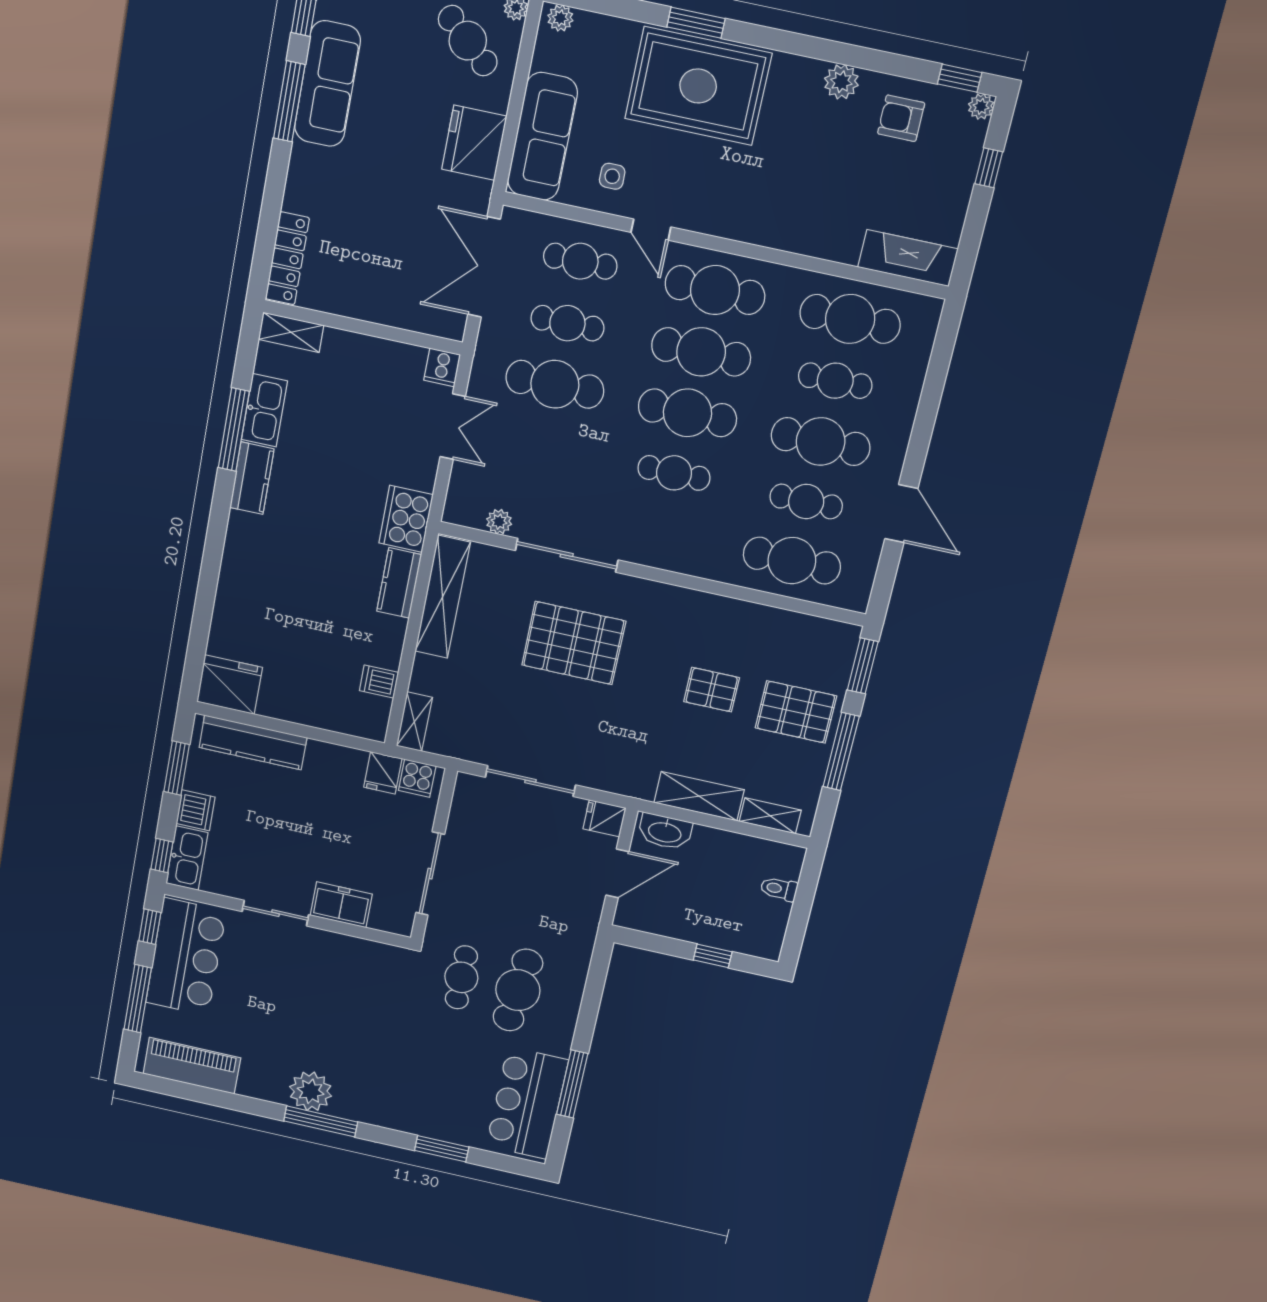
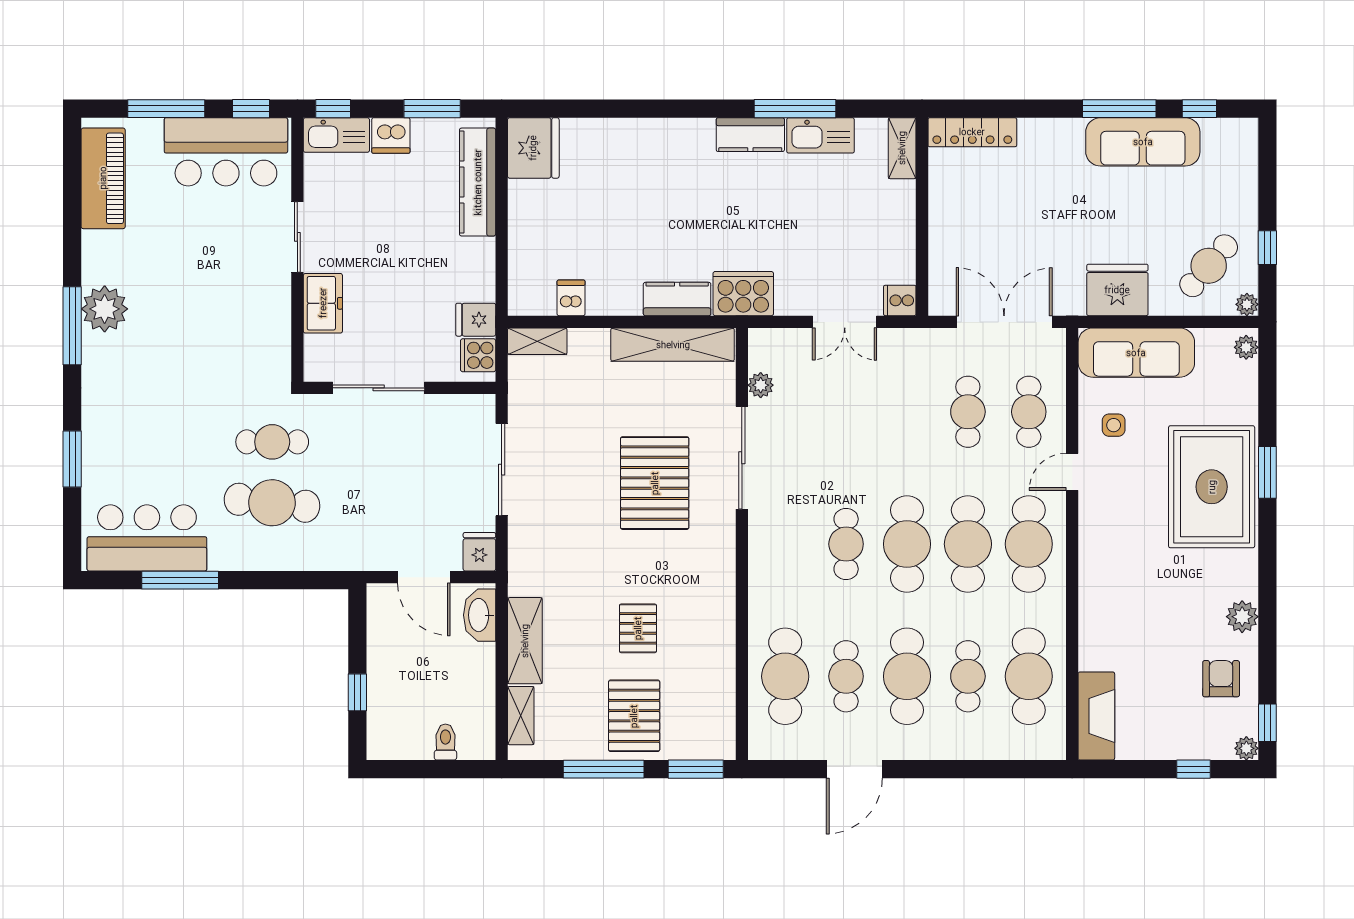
cafe table: (555, 384) -> (907, 412), removed

